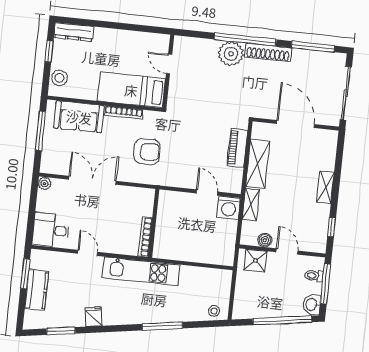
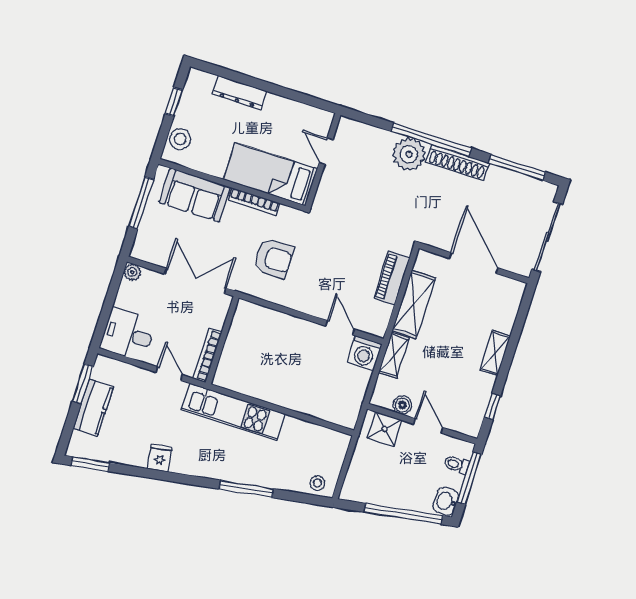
dresser: (74, 32) -> (239, 93), moved
wall: (154, 223) -> (222, 340), moved
bookcase: (145, 237) -> (207, 355), moved
window: (61, 331) -> (90, 464), moved

